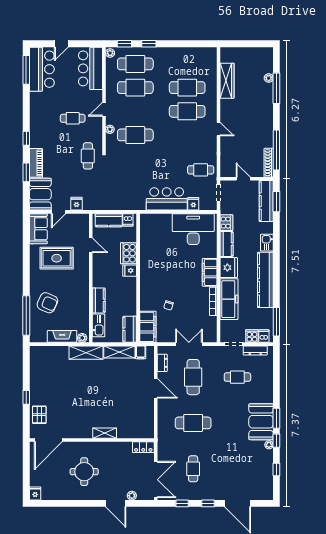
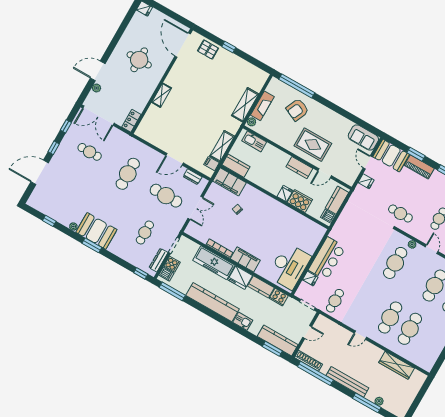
bench: (268, 117) -> (347, 382), added
rug: (57, 258) -> (313, 145), moved, turned 90
kitchen counter: (99, 300) -> (299, 168), moved
shelving: (86, 353) -> (245, 105), moved
window: (276, 441) -> (141, 273), moved

